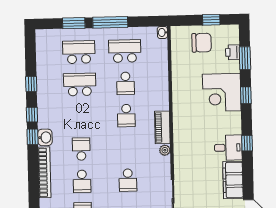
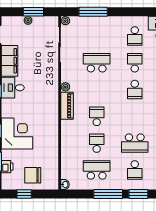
school desk: (125, 51) -> (97, 170), turned 180
school desk: (79, 52) -> (135, 170), width x0.54
school desk: (128, 180) -> (97, 63), width x1.85

